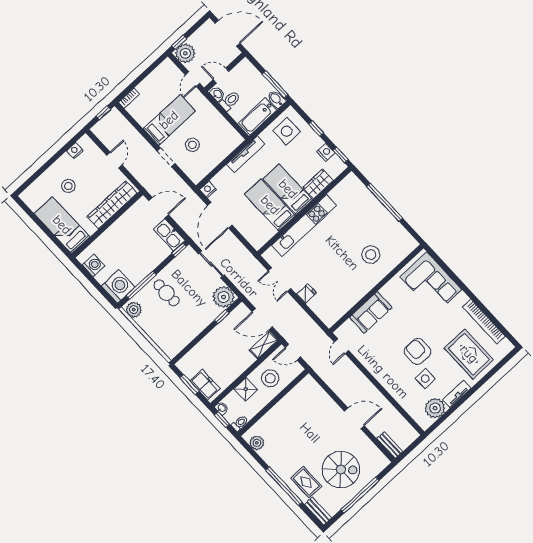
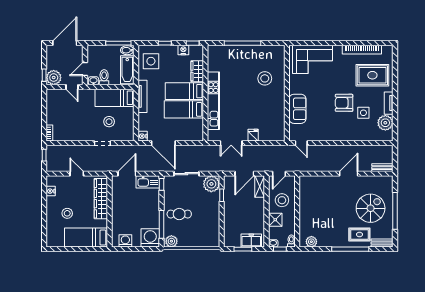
bed: (169, 120) -> (114, 98), moved, turned -90

